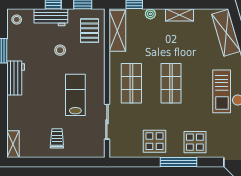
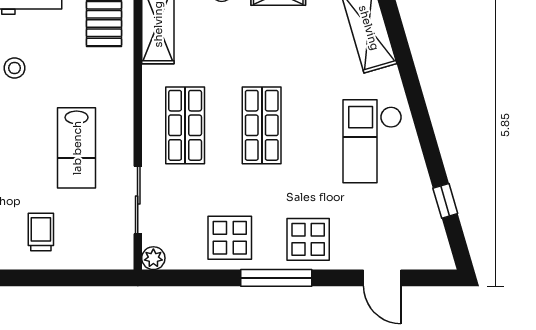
stool: (60, 50) -> (15, 68), moved
lab bench: (75, 95) -> (77, 148), turned 180
plant: (115, 152) -> (153, 258), added

